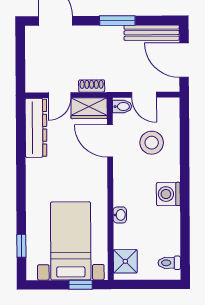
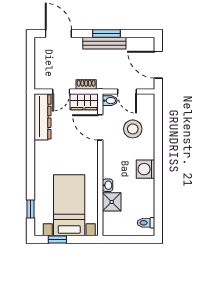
bench: (152, 33) -> (104, 43), moved
shower: (125, 261) -> (112, 202), moved
window: (81, 285) -> (57, 240), moved

